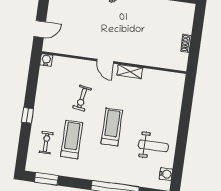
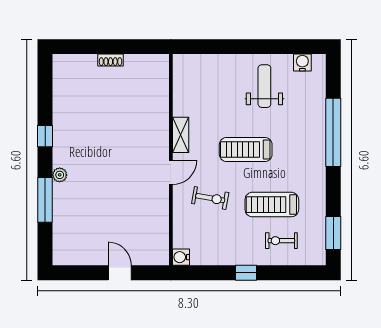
water cooler: (46, 60) -> (181, 257), moved
door: (105, 61) -> (171, 172), moved
wall: (114, 62) -> (171, 160), moved
shelving: (130, 71) -> (181, 135), moved

